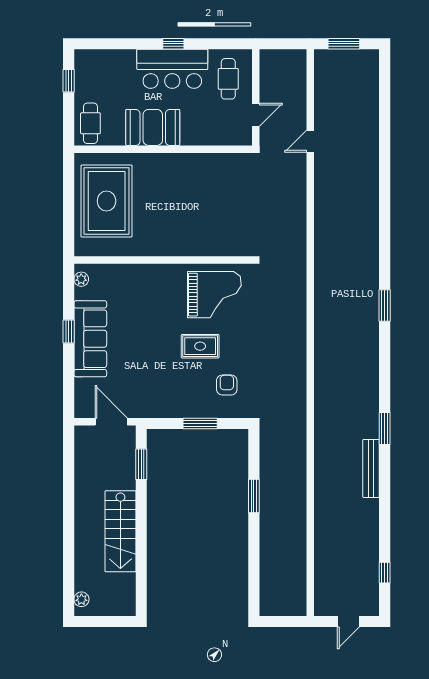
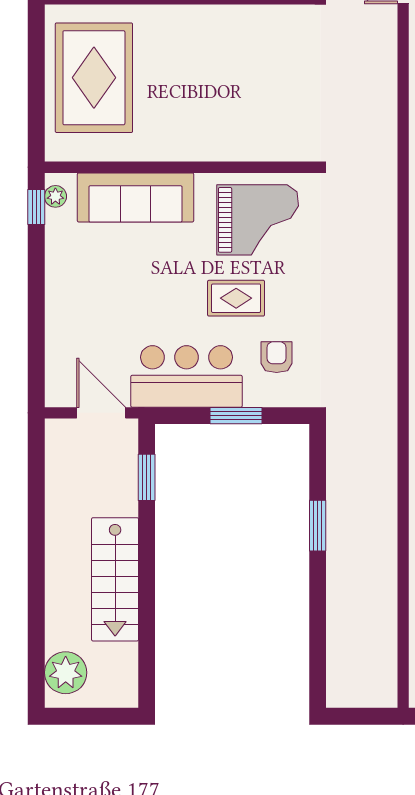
window: (69, 332) -> (36, 207), moved
sofa: (90, 339) -> (135, 197), moved, turned 90
bar counter: (168, 398) -> (187, 376), added
plant: (81, 599) -> (66, 673), width x1.88, depth x1.88

